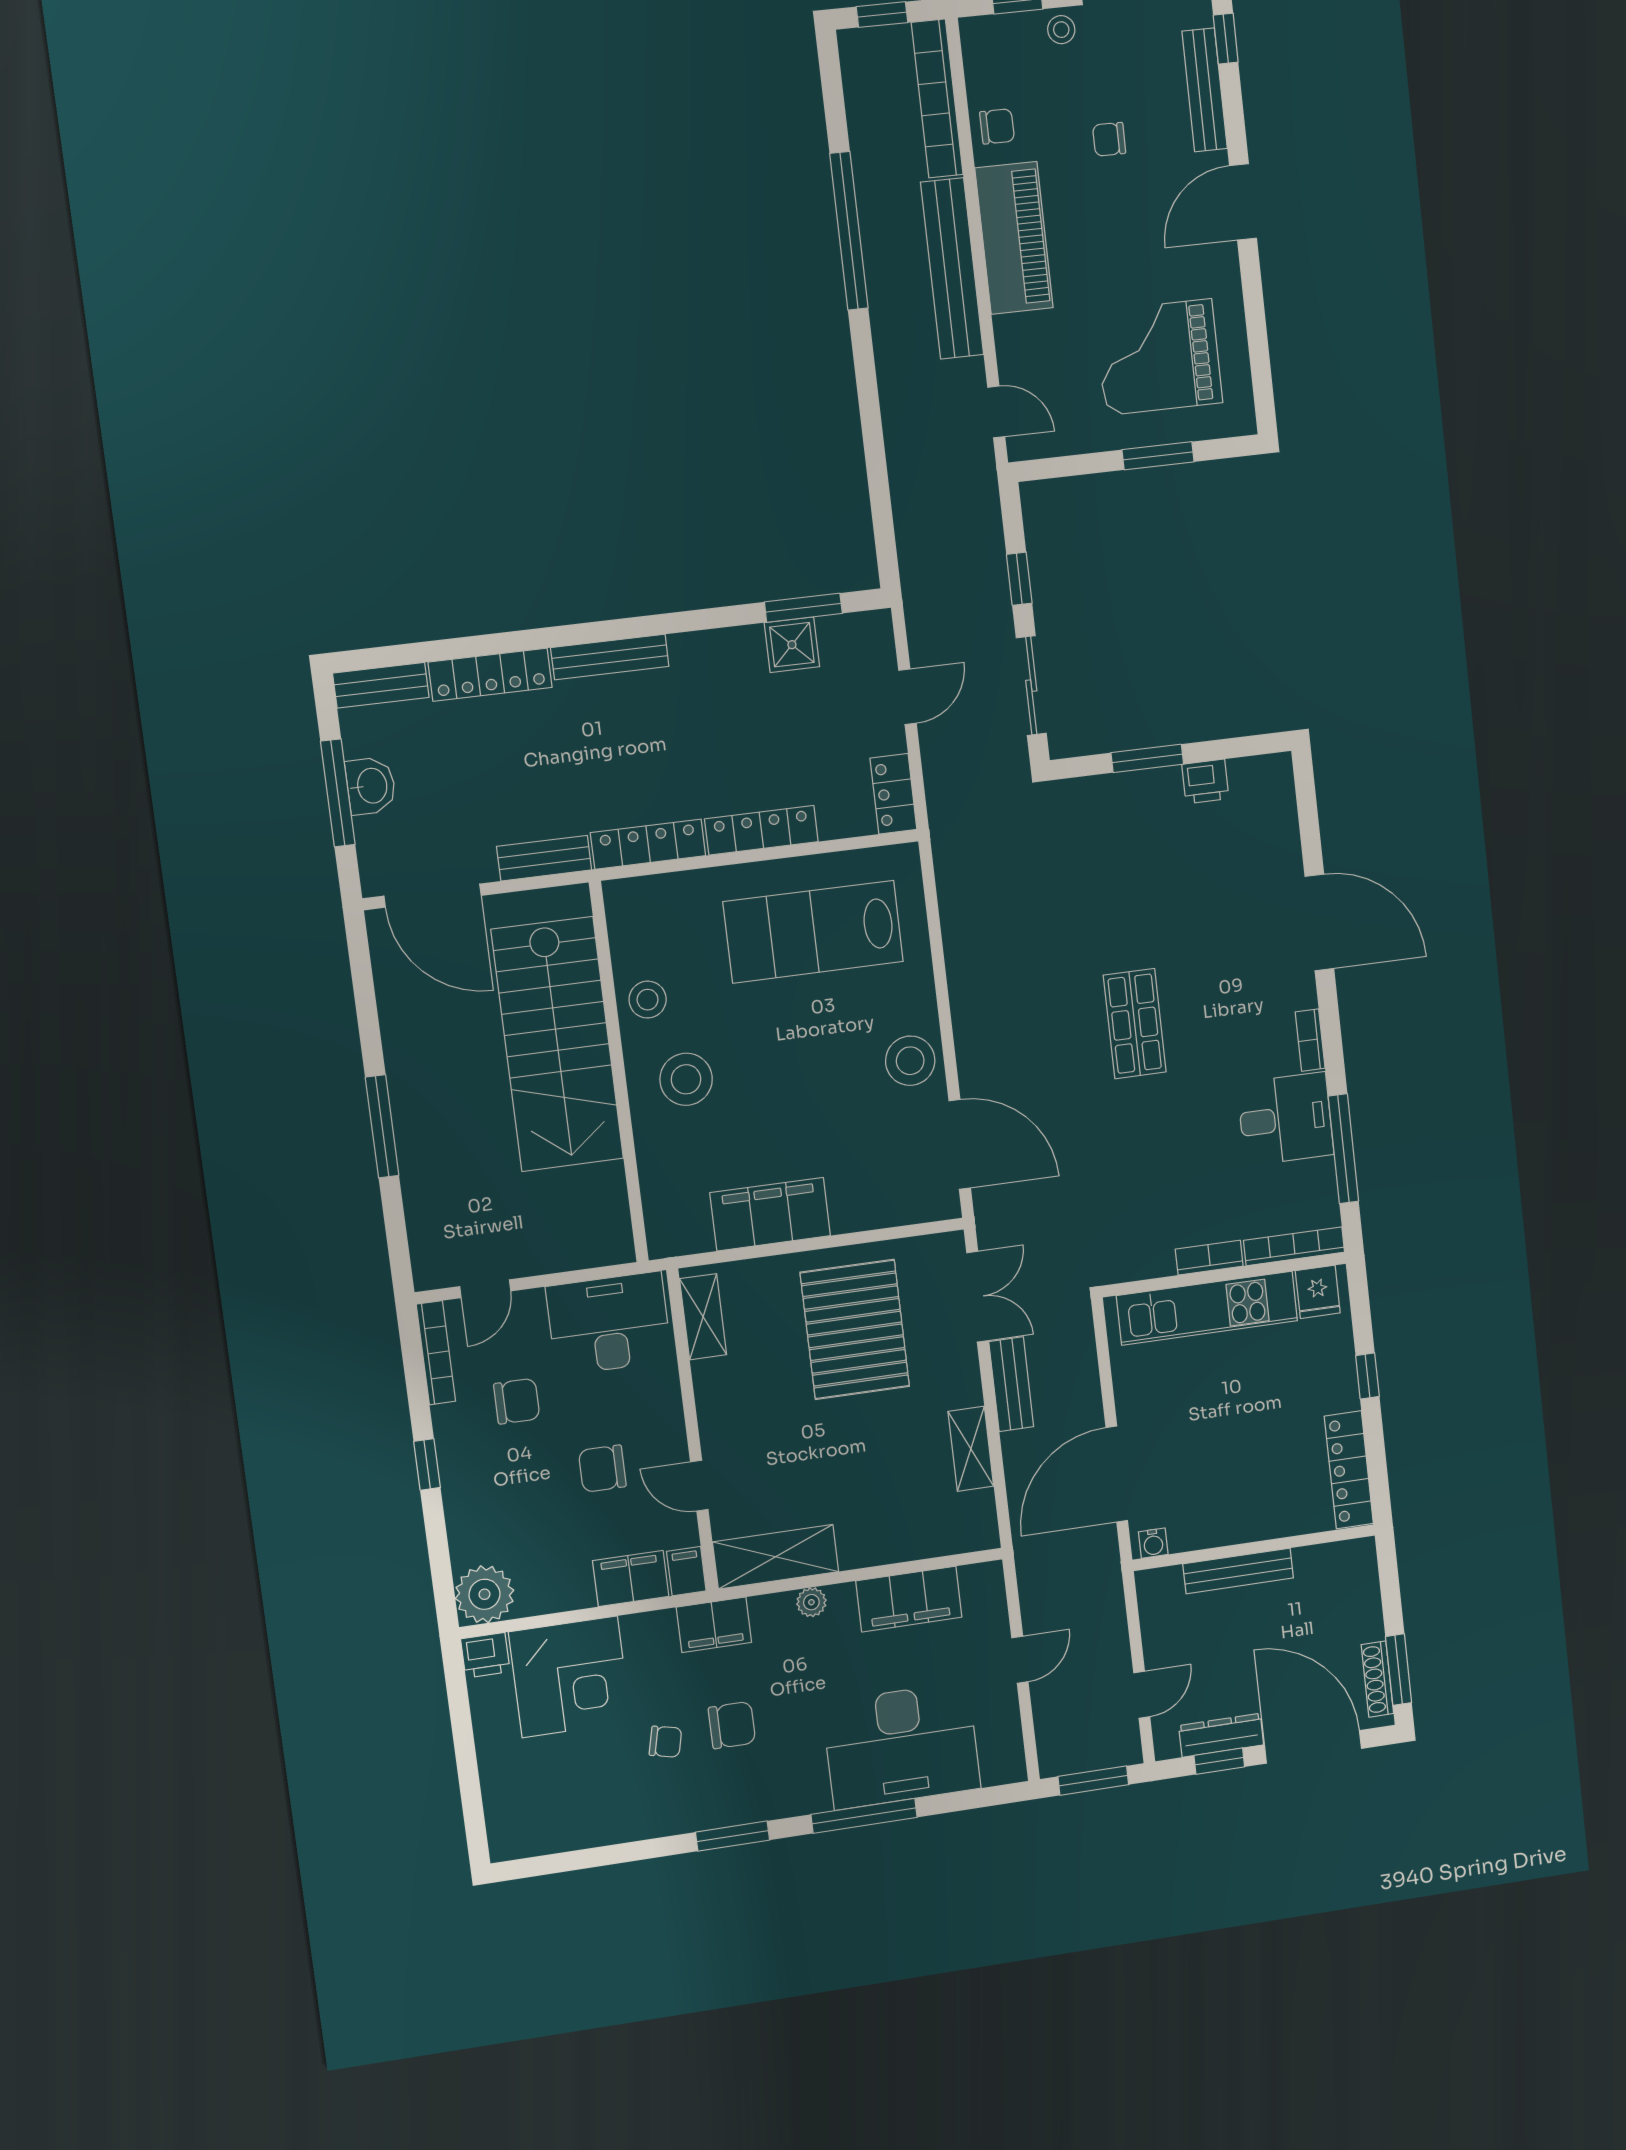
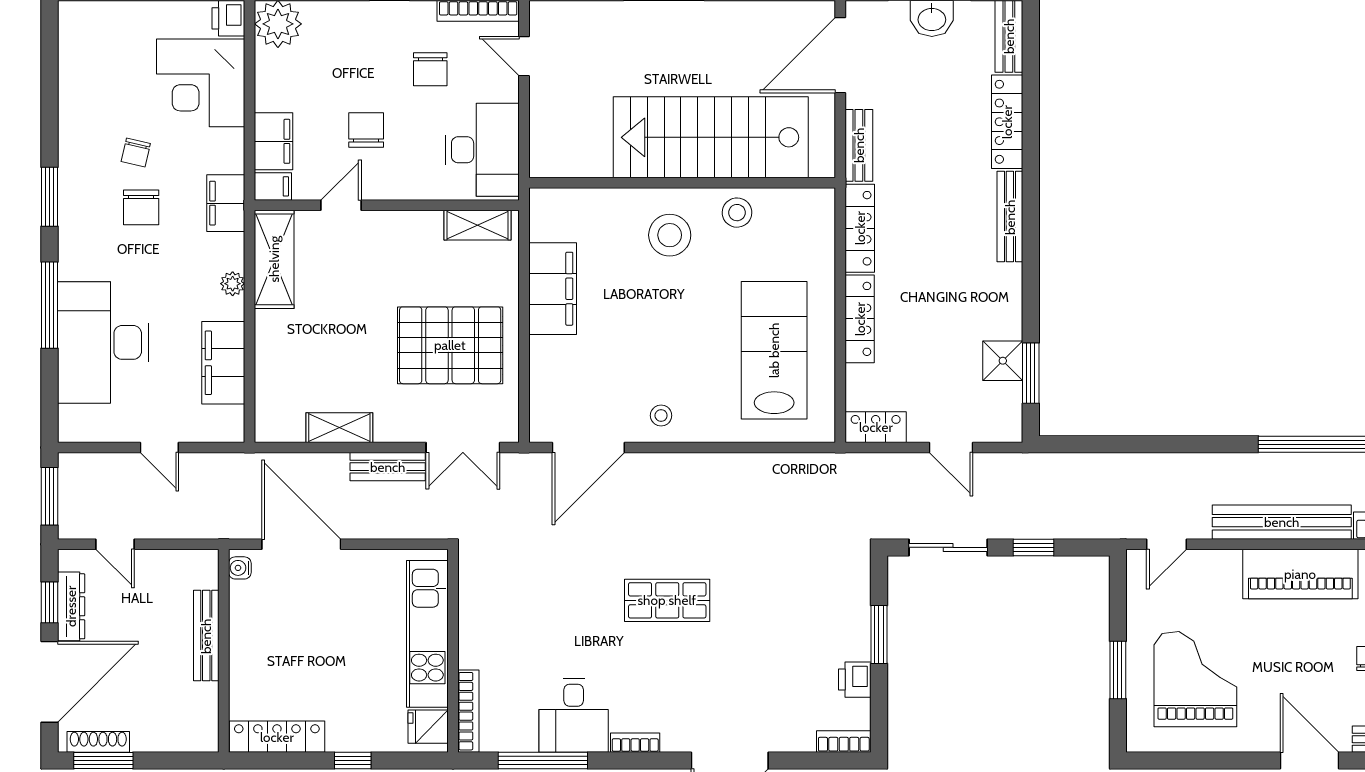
stool: (910, 1061) -> (661, 415), width x0.53, depth x0.53
bookcase: (1209, 1258) -> (844, 742), moved, turned -90

